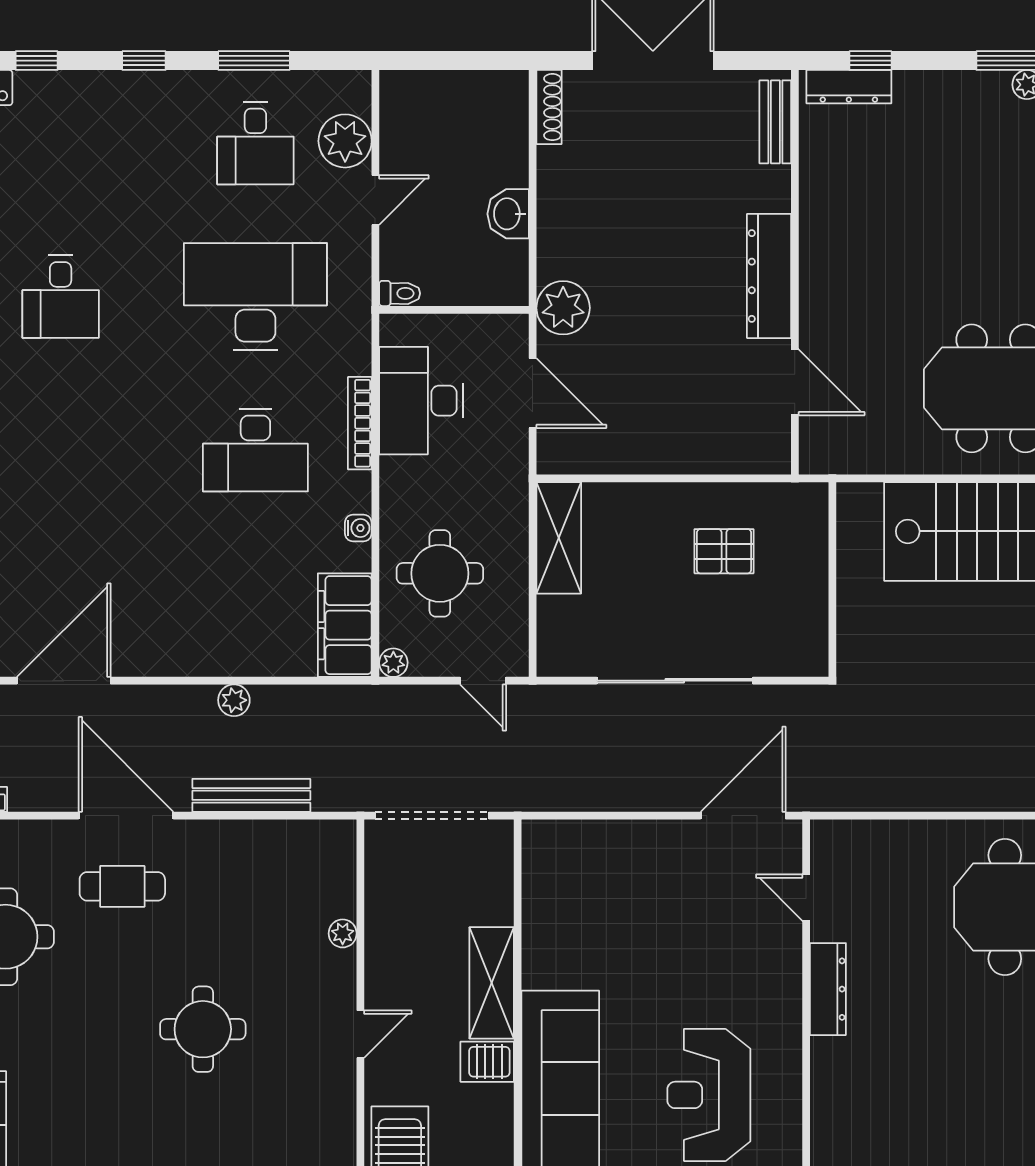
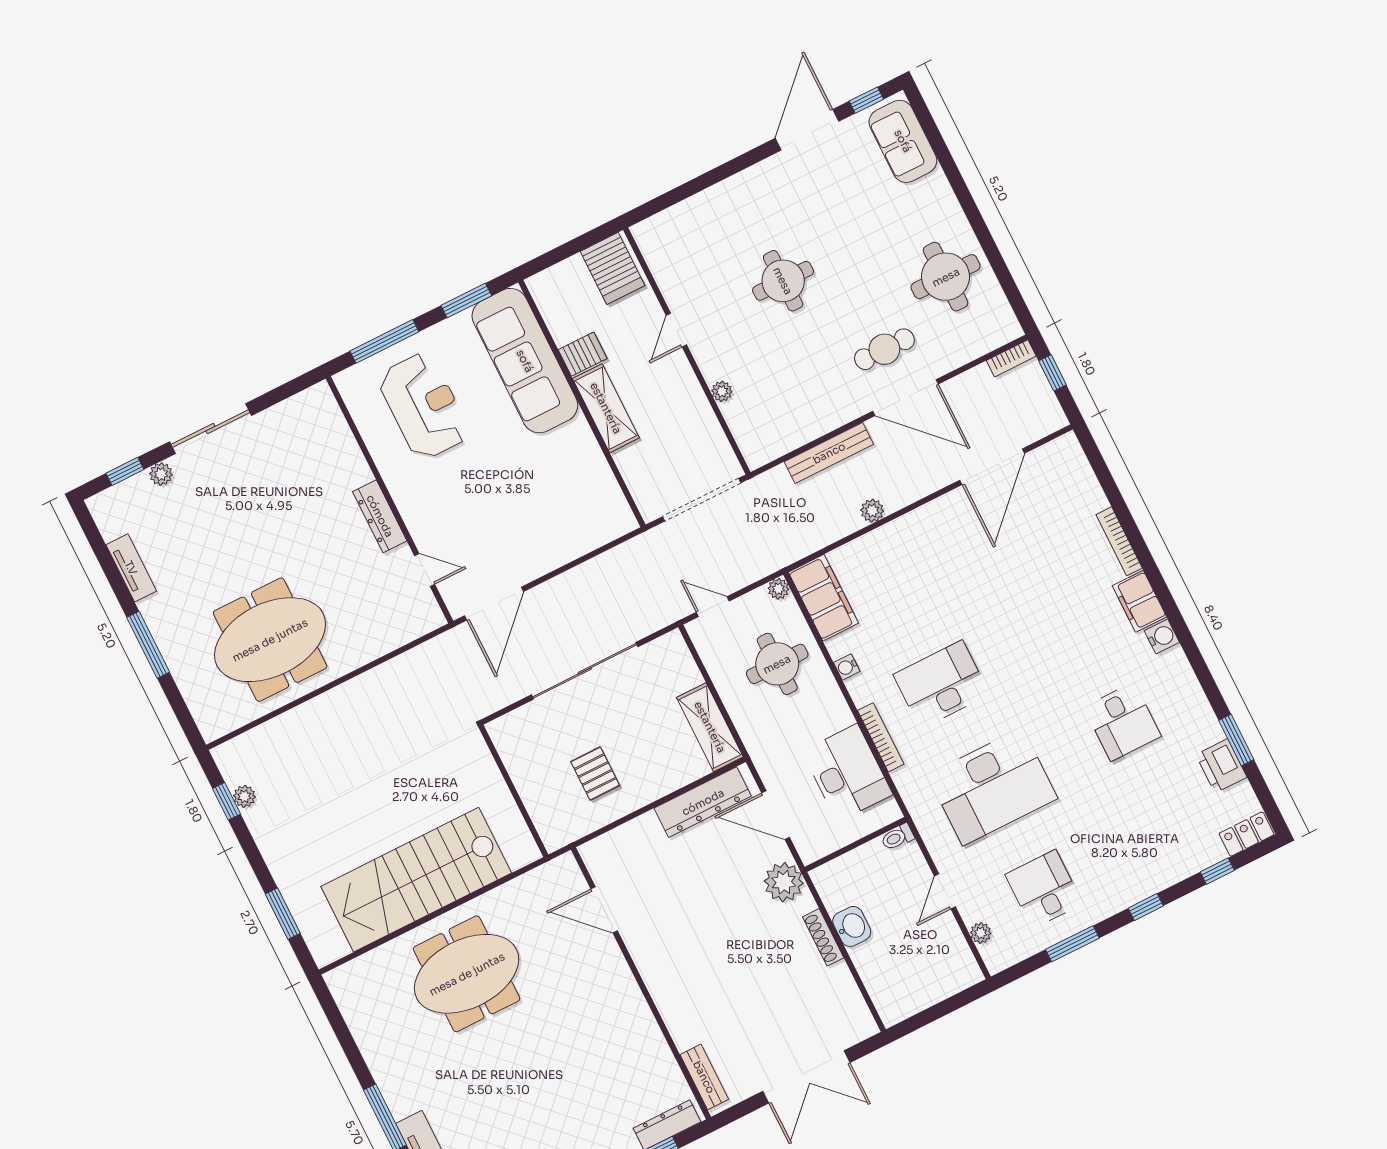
shoe rack: (549, 107) -> (823, 937), moved
plant: (345, 141) -> (981, 933), width x0.53, depth x0.53
dresser: (769, 276) -> (703, 802), moved, turned 90
desk: (61, 297) -> (1122, 722), turned 180
pallet: (724, 551) -> (595, 774), turned 90

